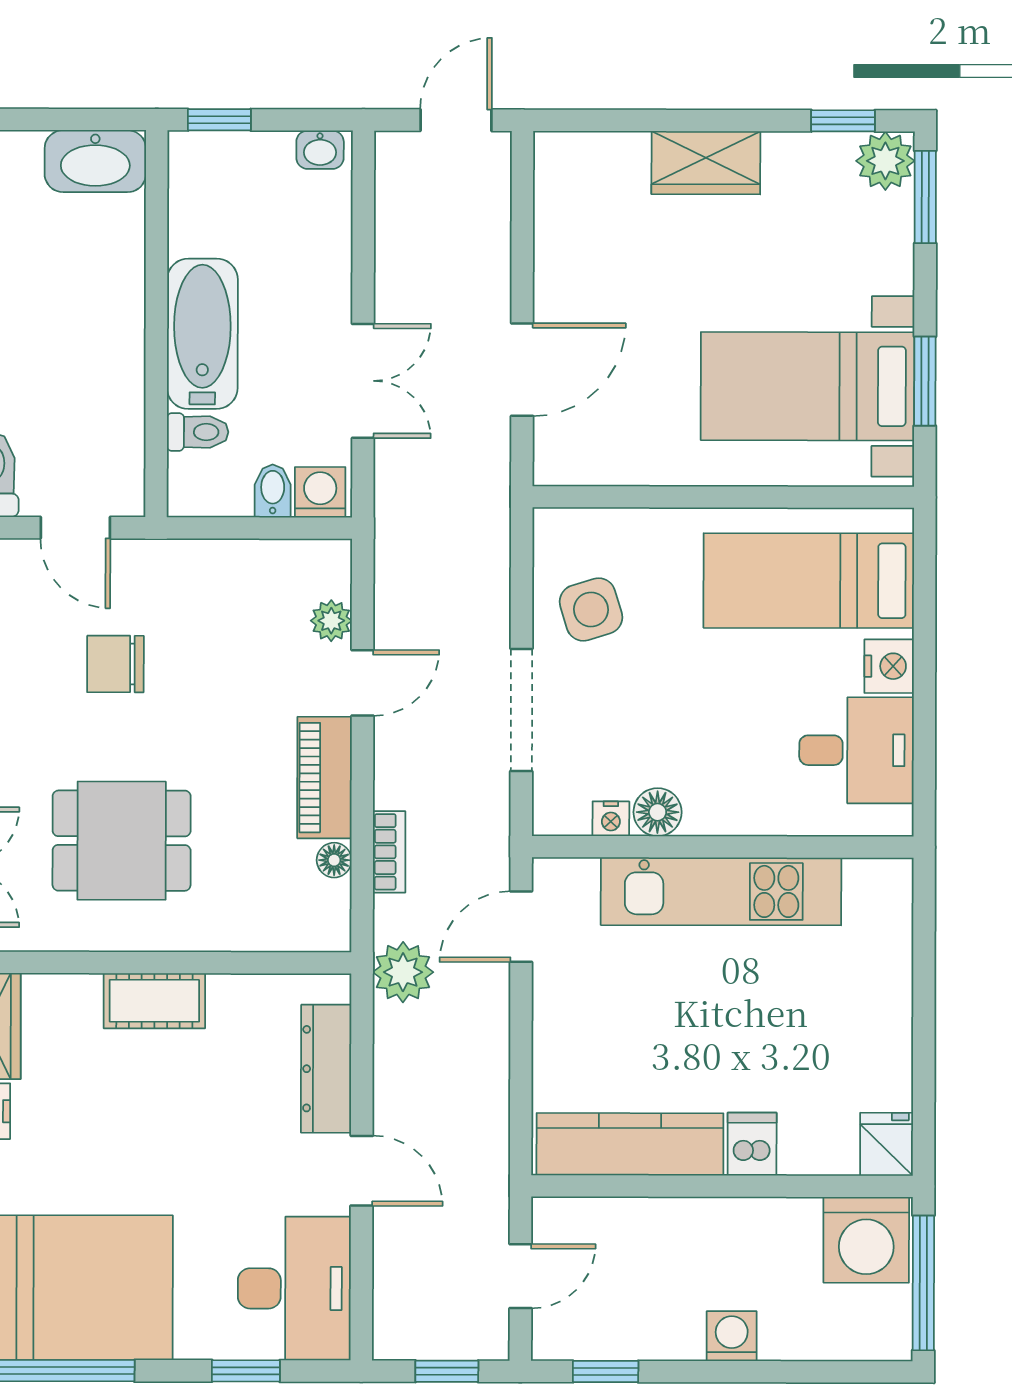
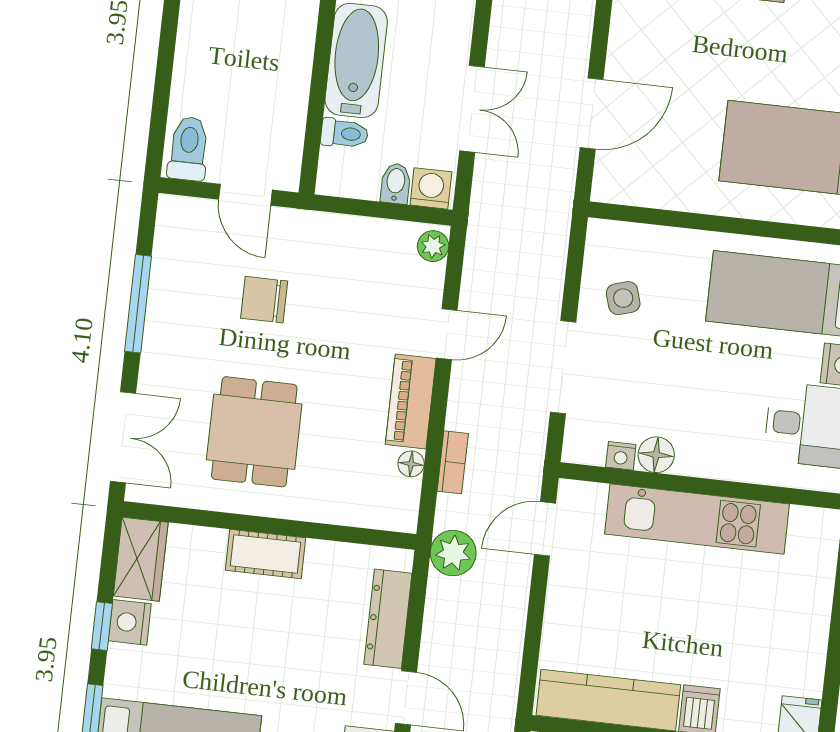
side table: (591, 609) -> (623, 298), width x0.73, depth x0.73
plant: (331, 621) -> (433, 246), moved
dining table: (122, 841) -> (254, 432), turned 90

